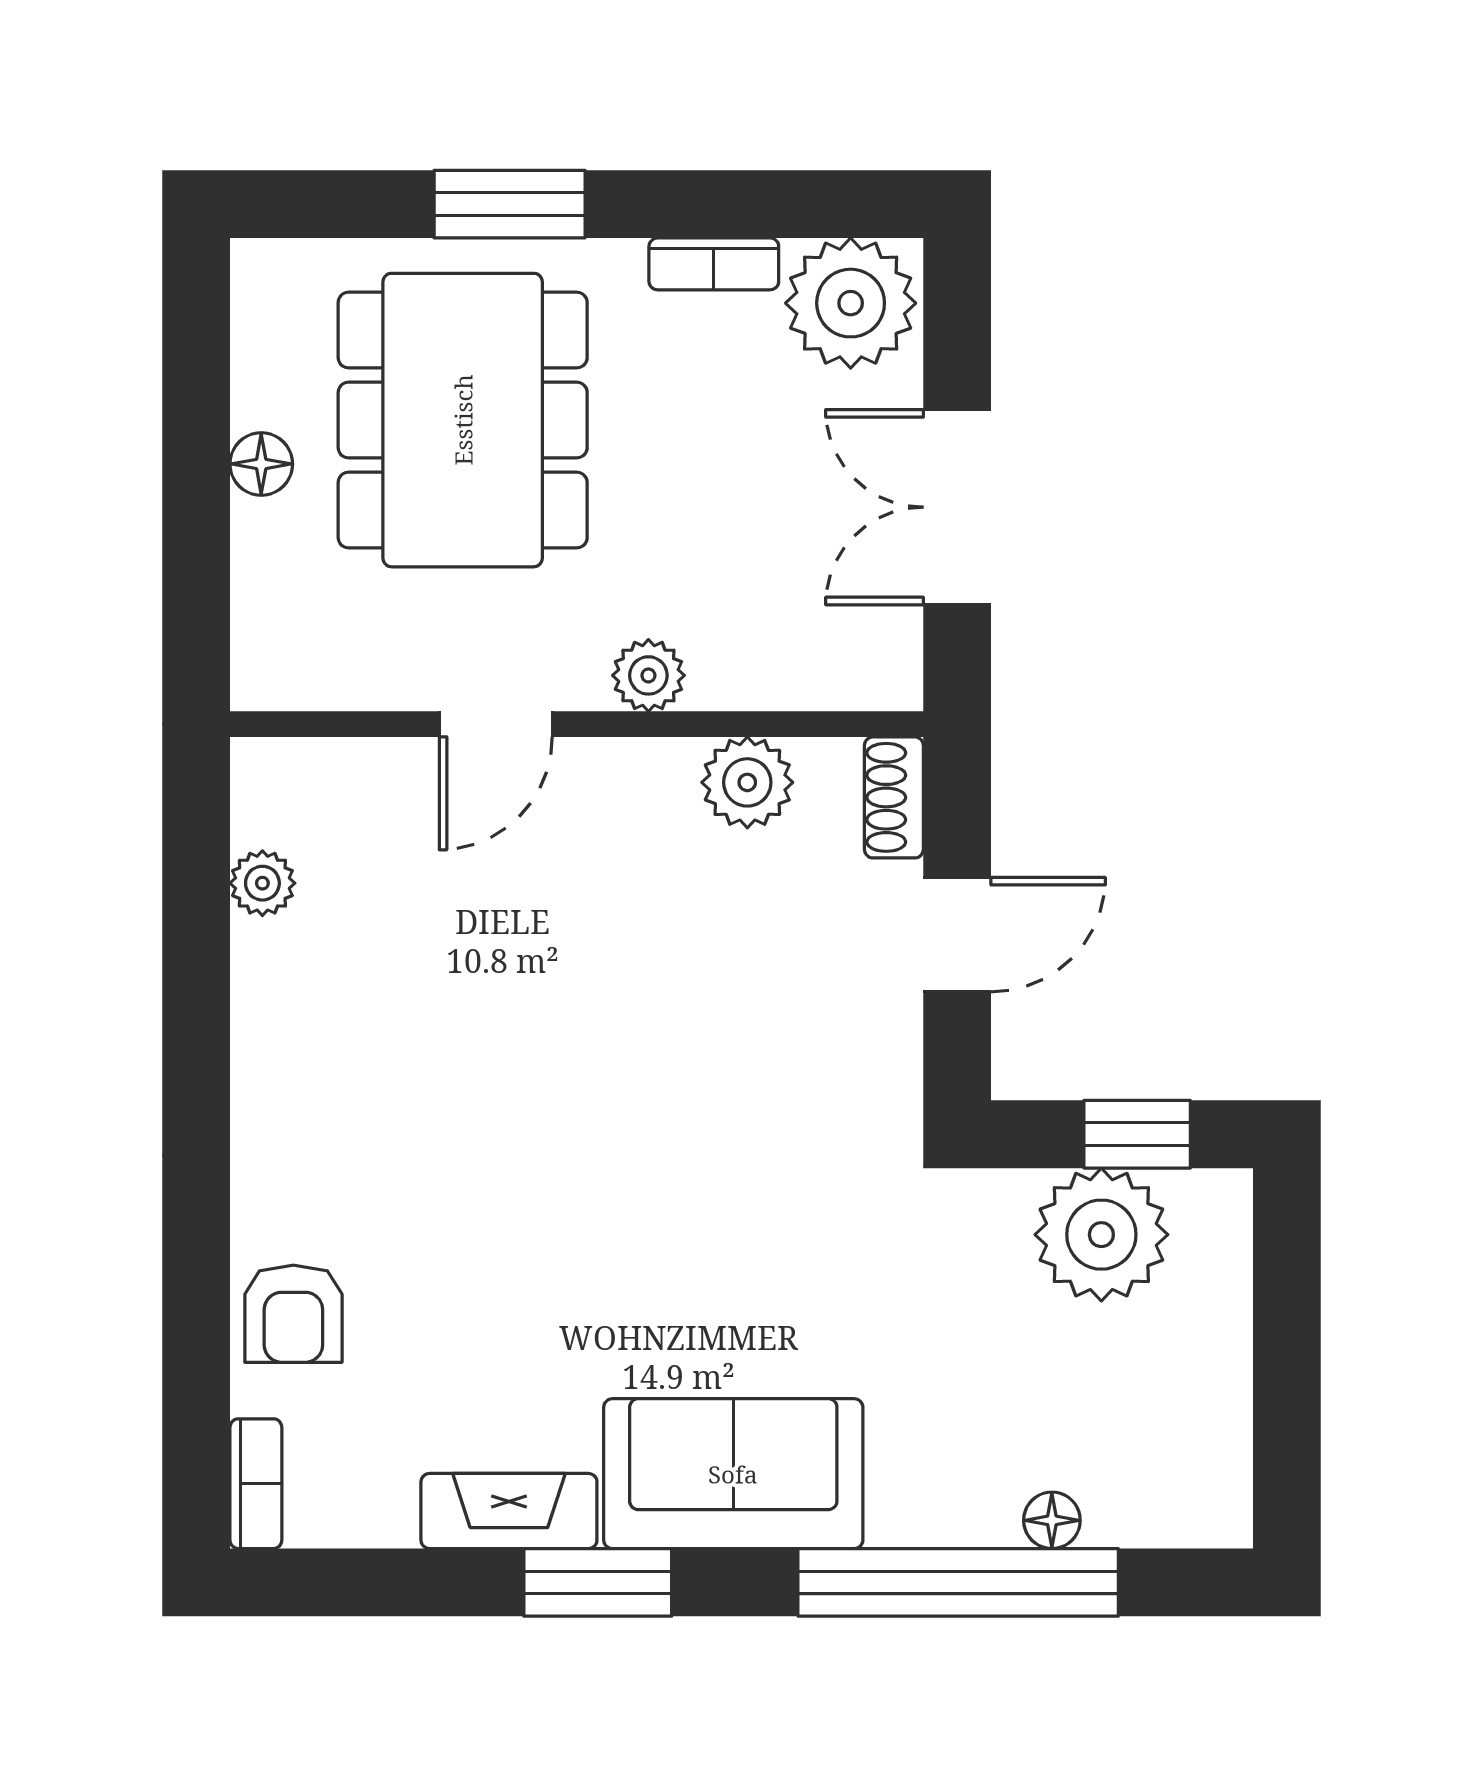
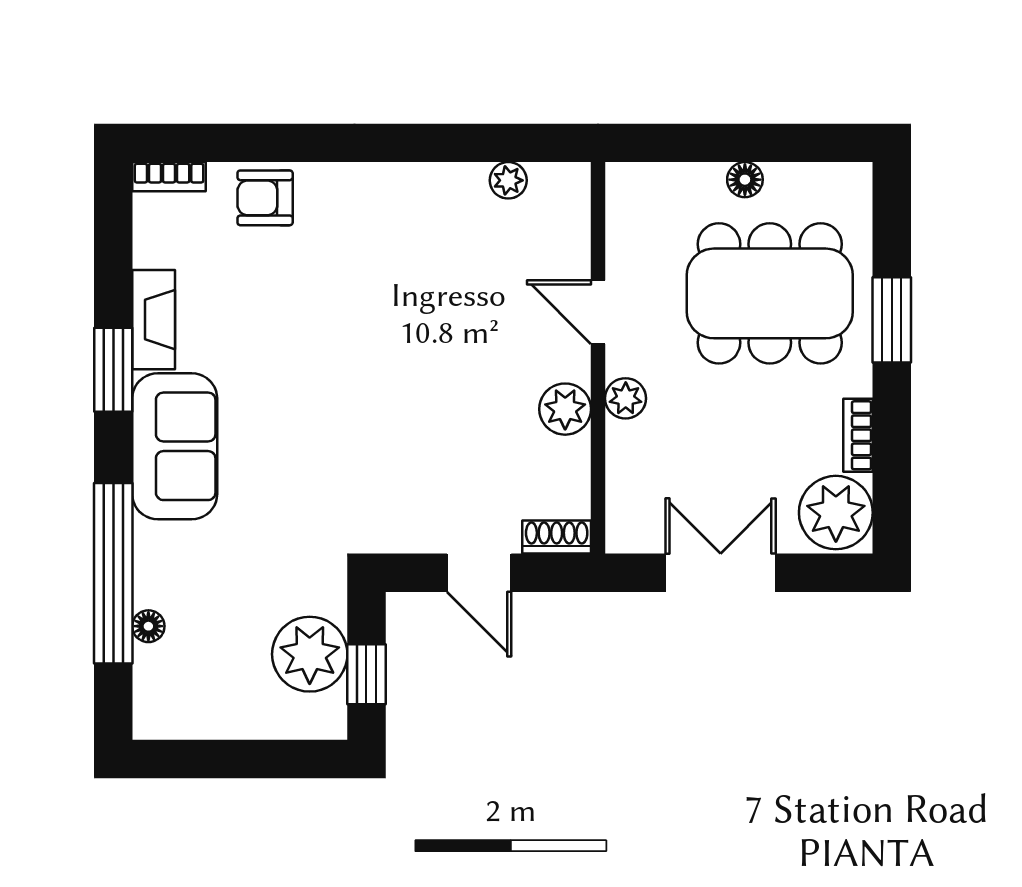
plant: (747, 782) -> (565, 409), moved

